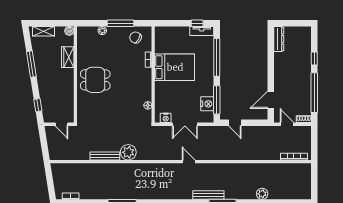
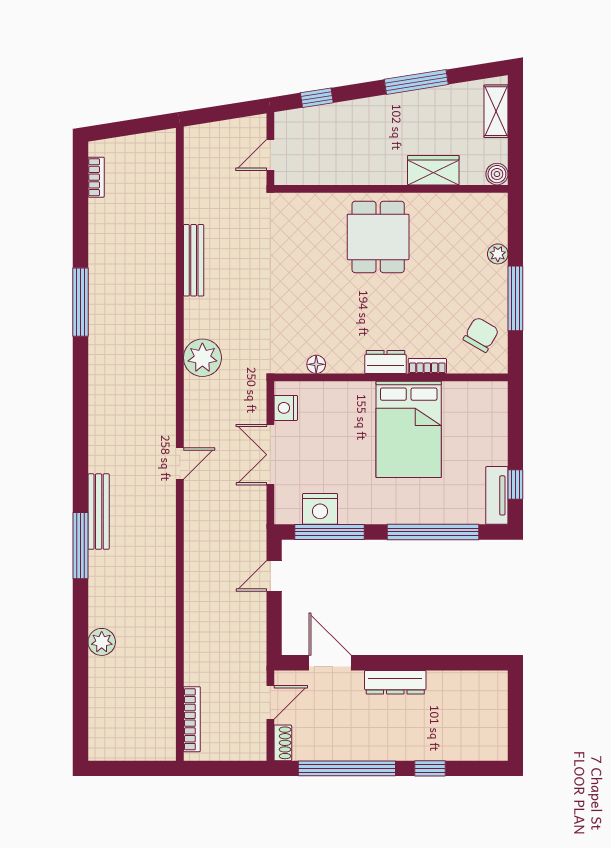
dresser: (279, 39) -> (395, 682), moved
dresser: (147, 77) -> (386, 362), added
plant: (128, 152) -> (202, 358), moved

